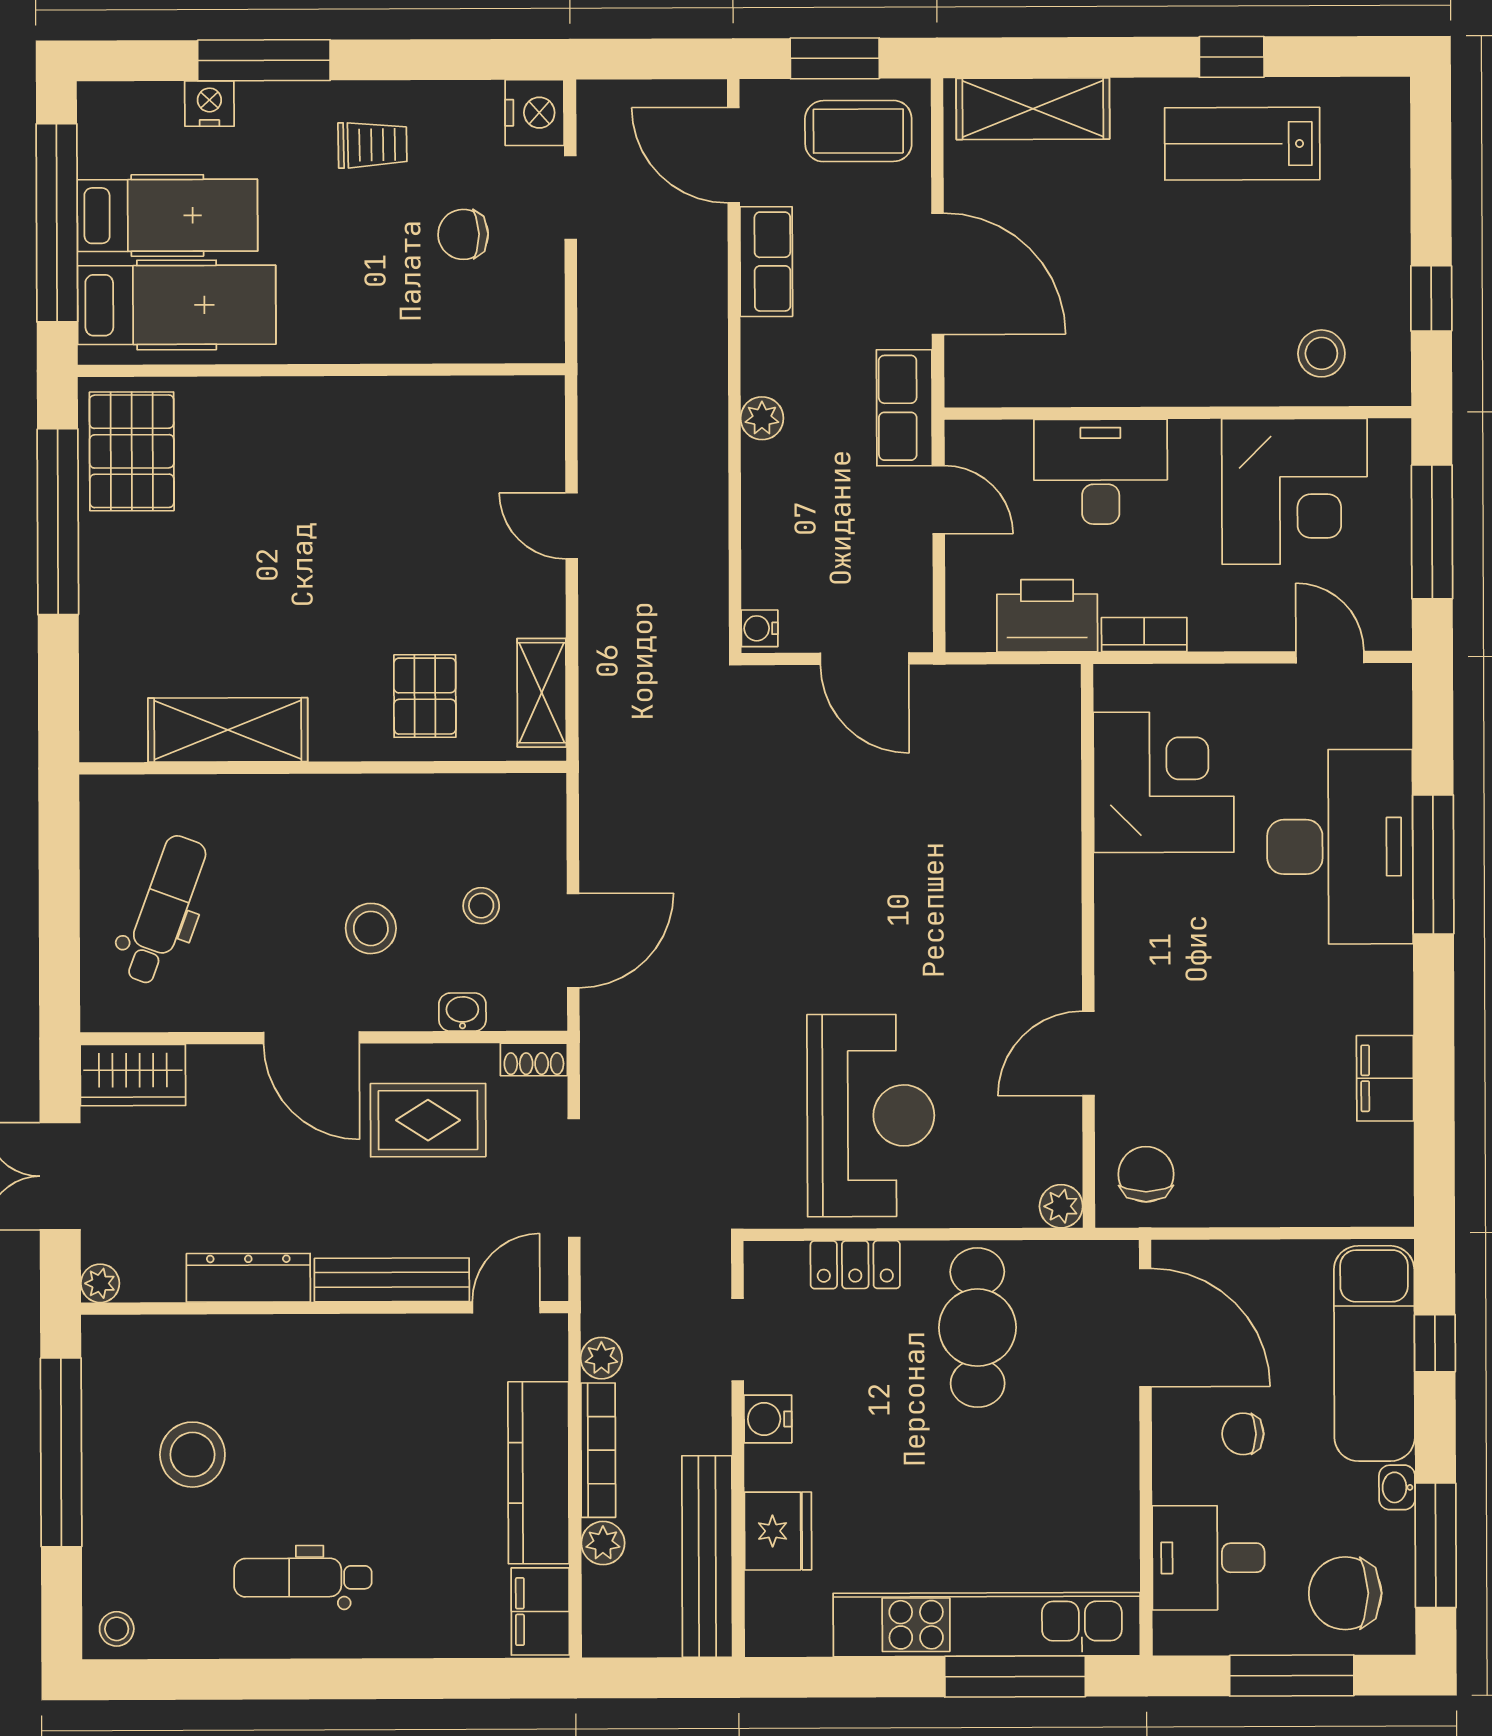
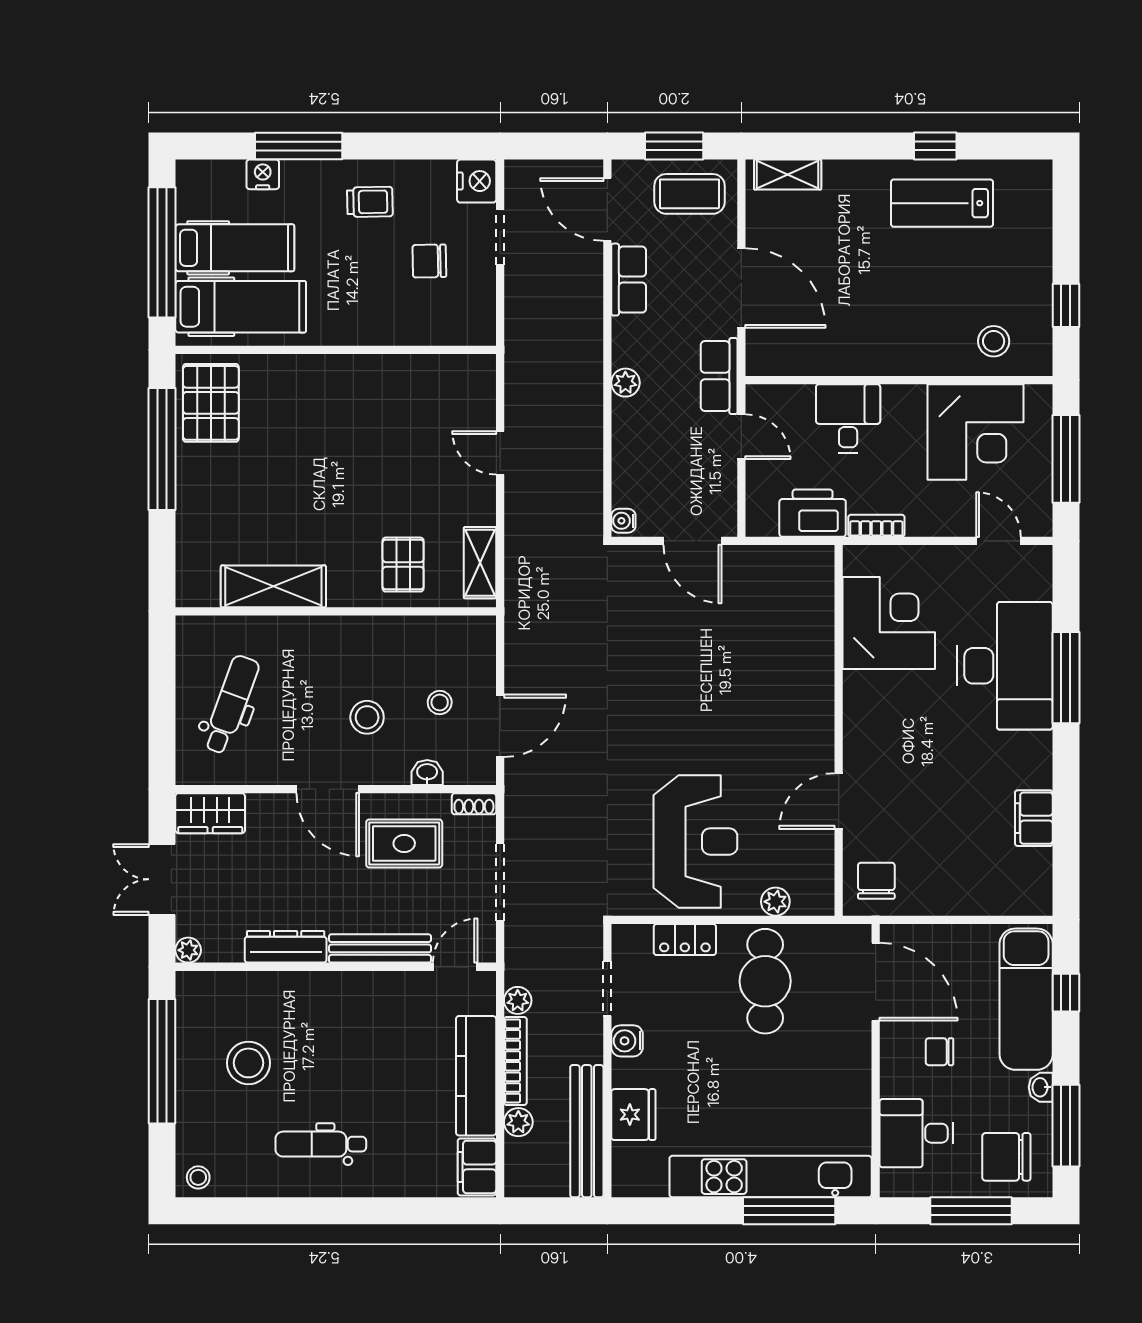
shelving: (1033, 109) -> (788, 175), width x0.67, depth x0.75
desk: (1101, 472) -> (848, 419), width x0.73
plant: (1061, 1206) -> (775, 902), moved

